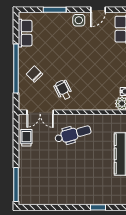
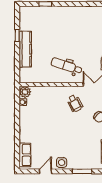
dental chair: (73, 134) -> (67, 66), turned 34

